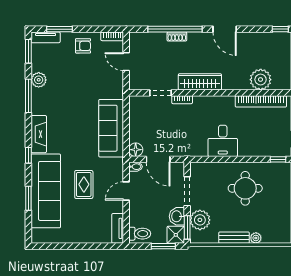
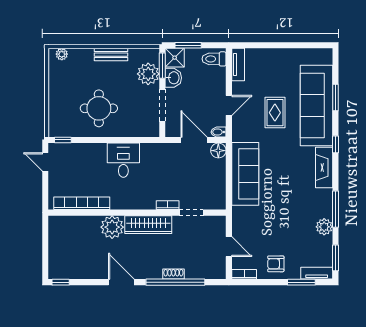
plant: (261, 80) -> (112, 227), moved
plant: (256, 238) -> (62, 54), moved

